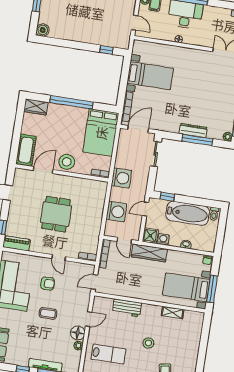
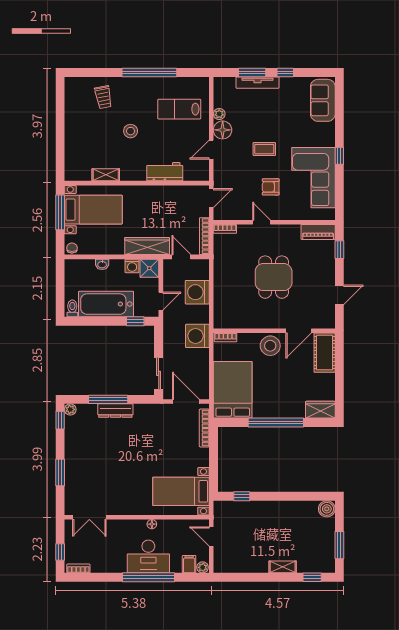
bed with nightstands: (150, 76) -> (181, 491), moved
door: (138, 129) -> (186, 402), swing flipped

